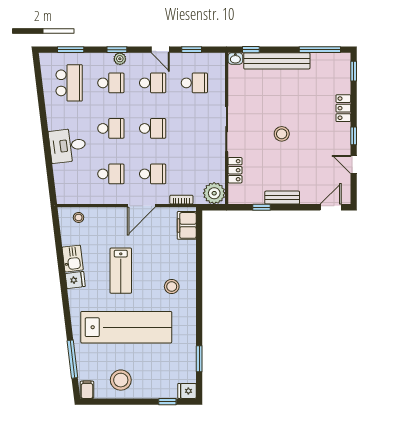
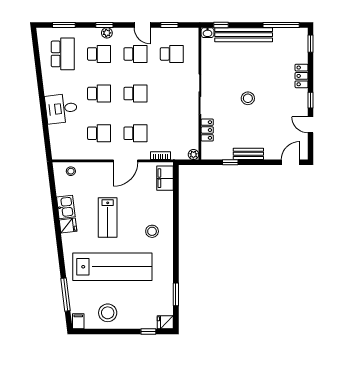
plant: (214, 193) -> (193, 154), width x0.53, depth x0.53

